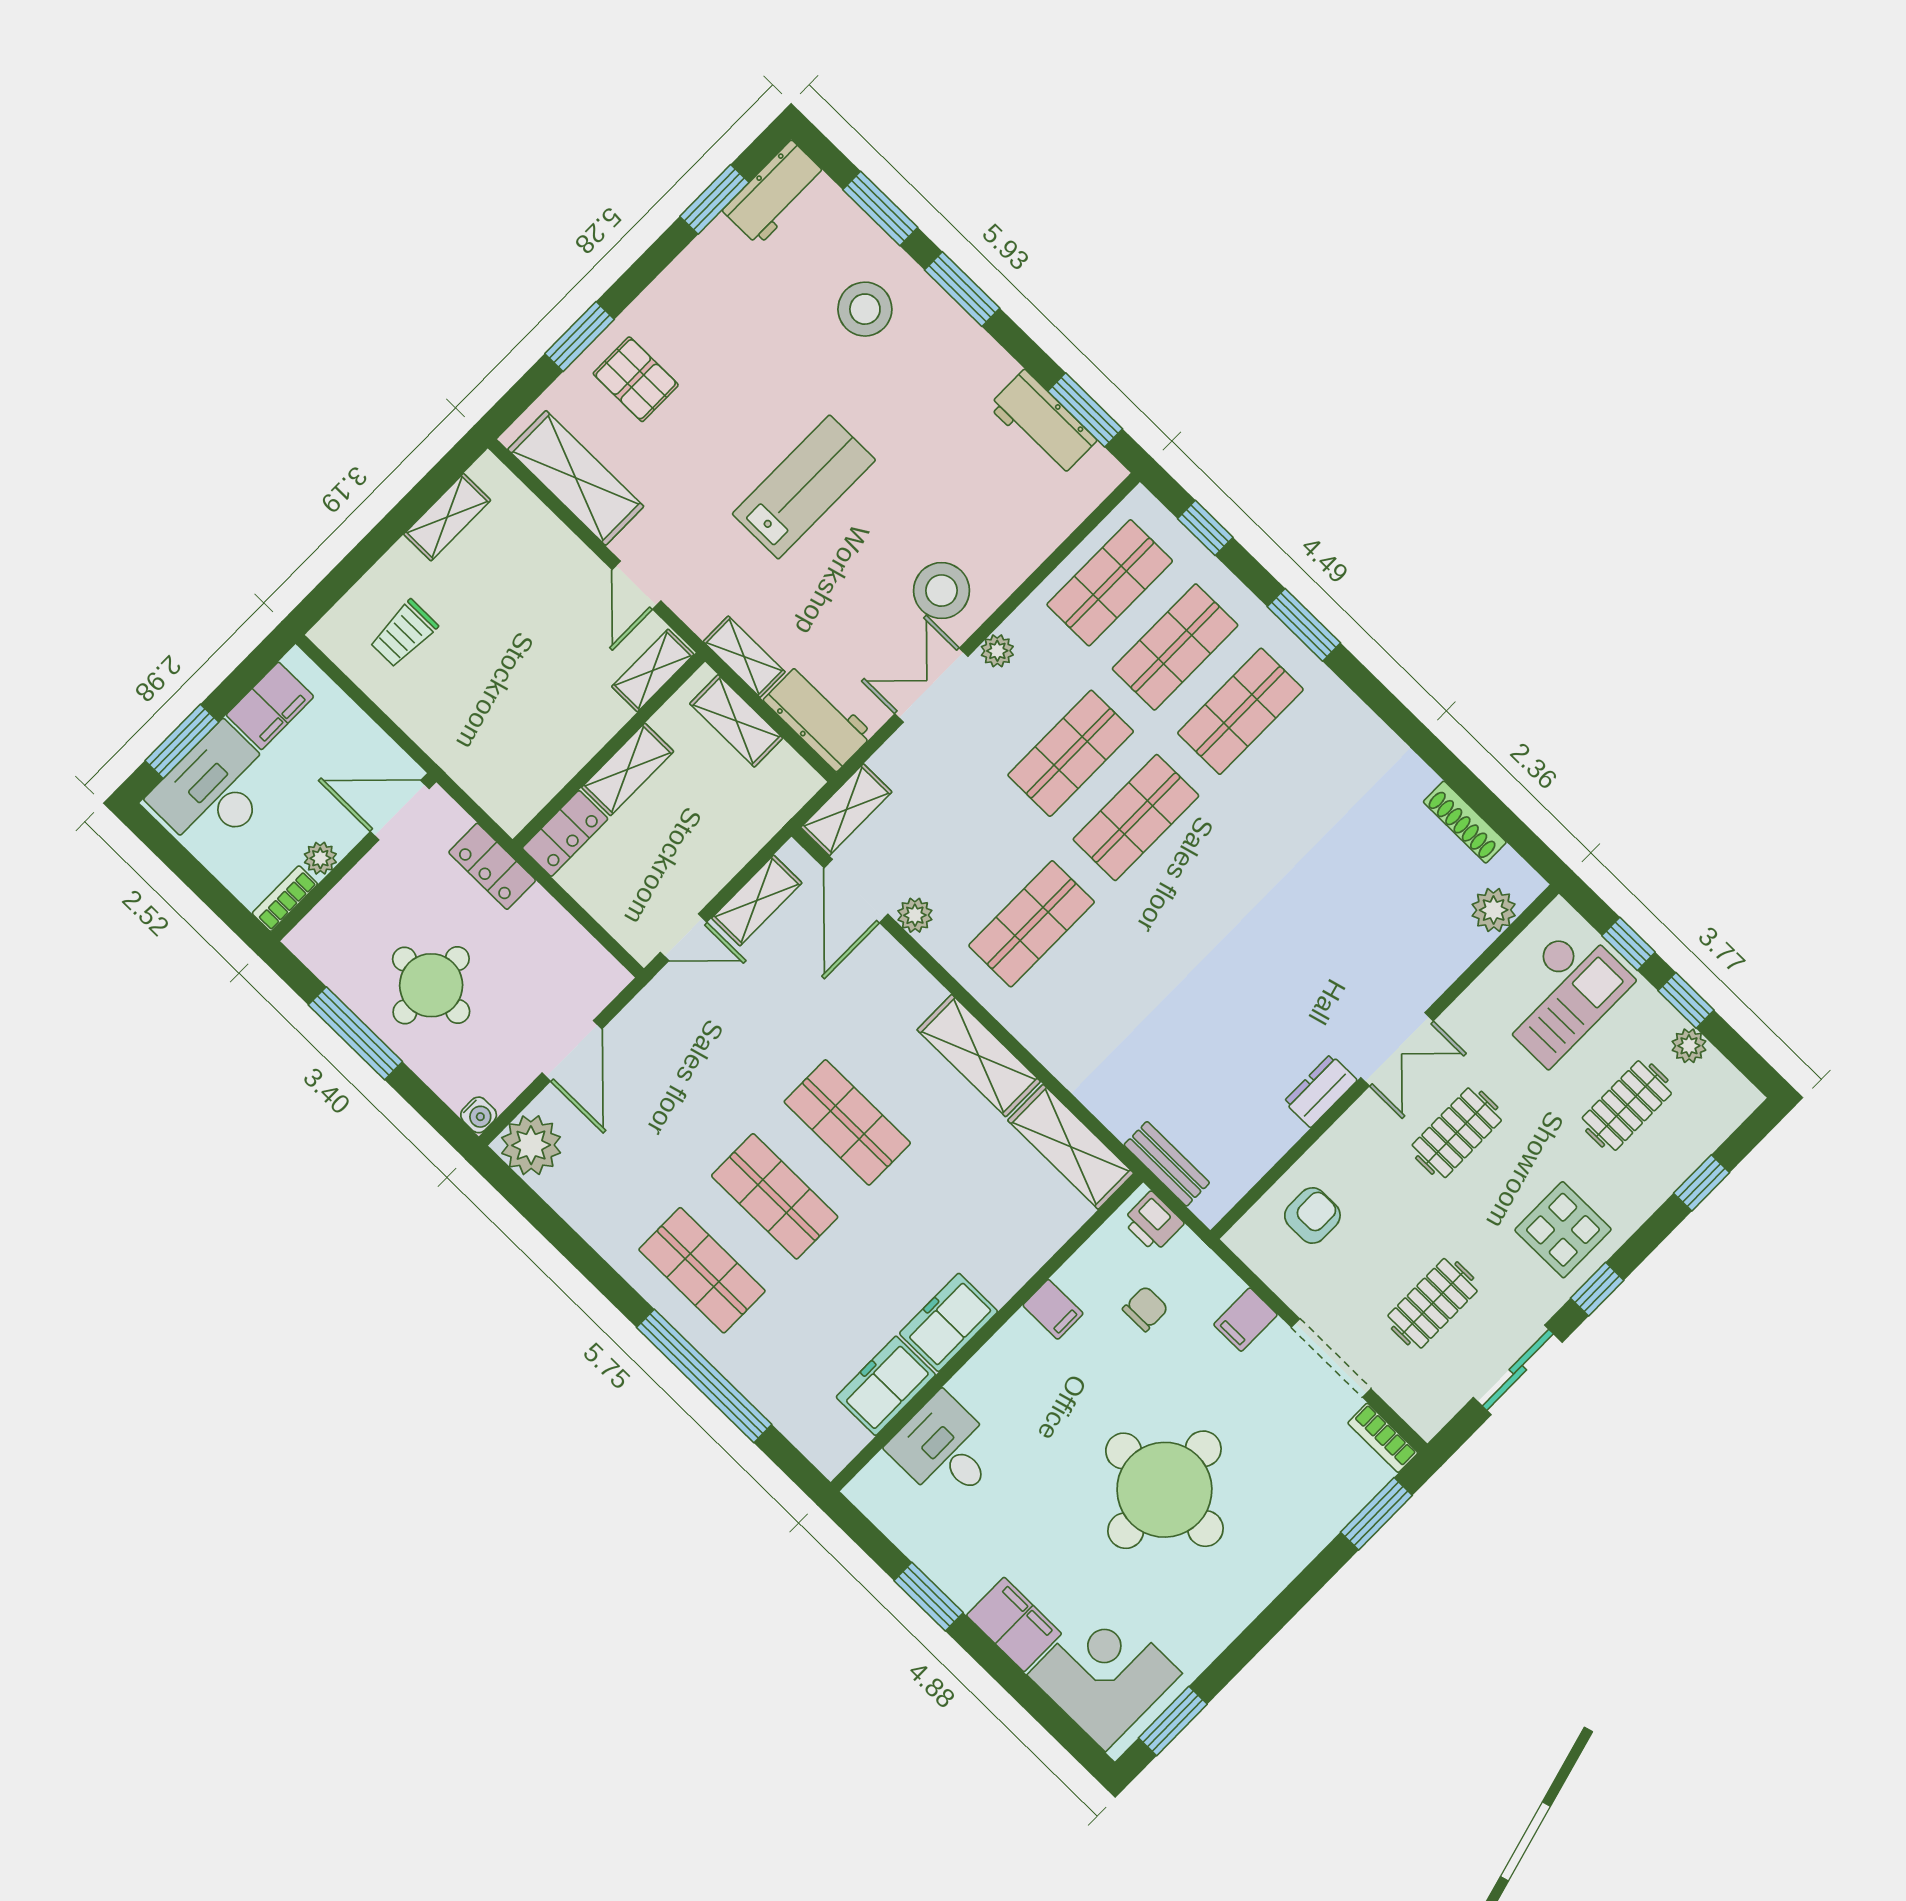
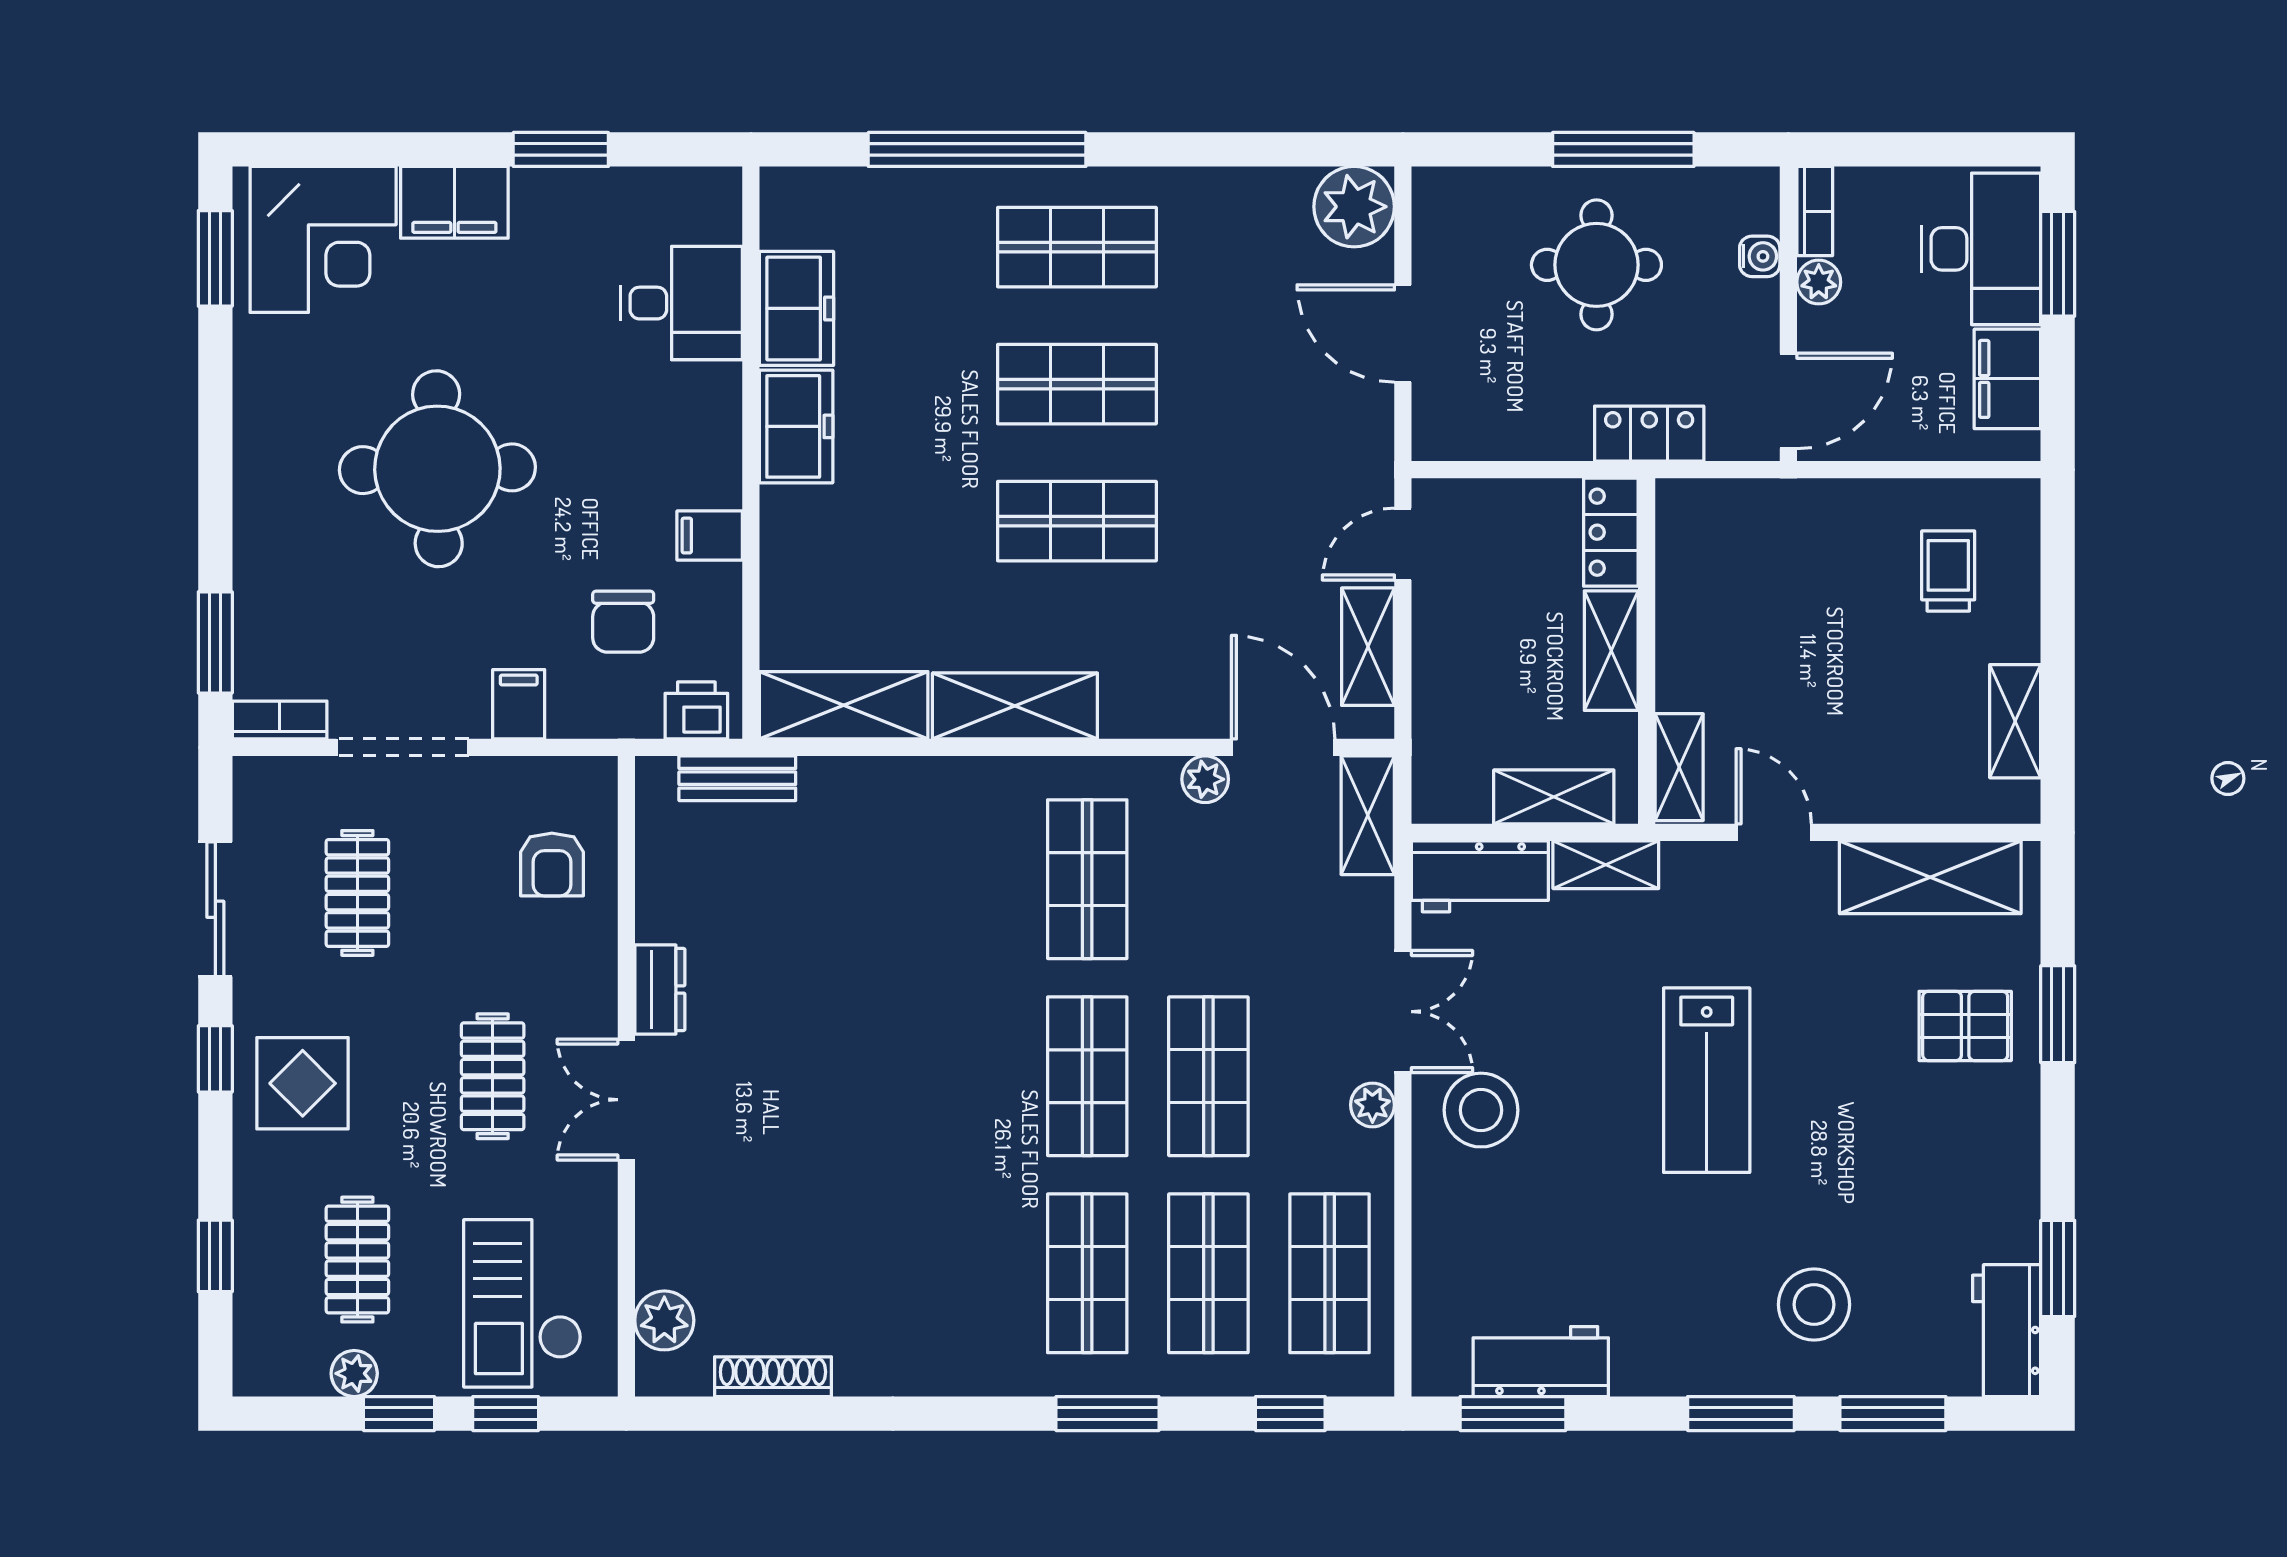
water cooler: (479, 1115) -> (1760, 256), moved, turned 180
chair: (1145, 1309) -> (623, 622), width x1.37, depth x1.37

